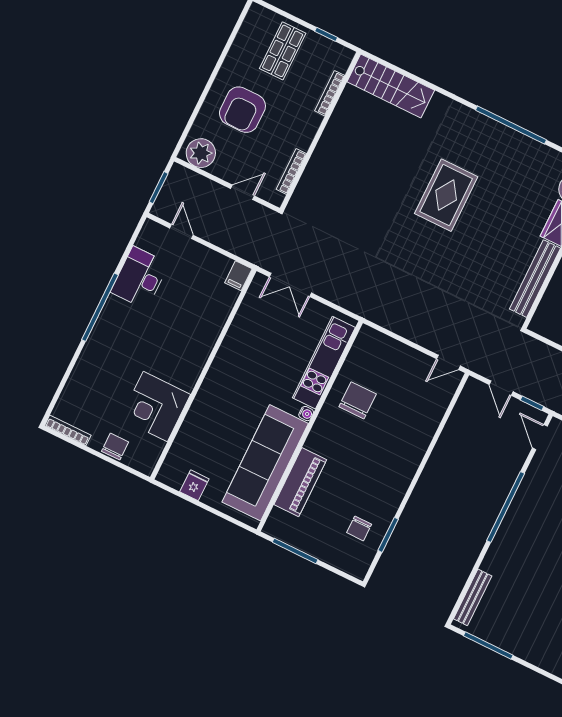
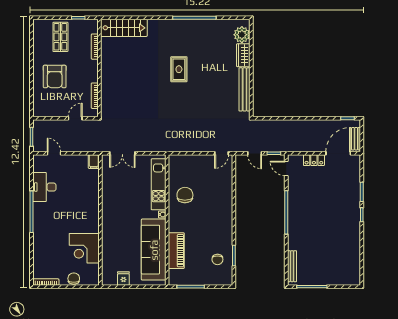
plant: (201, 153) -> (44, 109), removed
rug: (446, 195) -> (179, 69), width x0.73, depth x0.70

